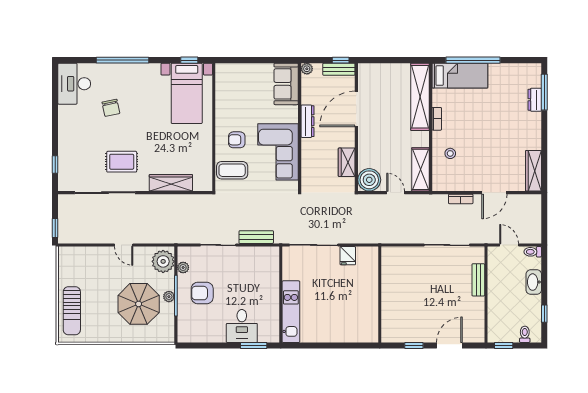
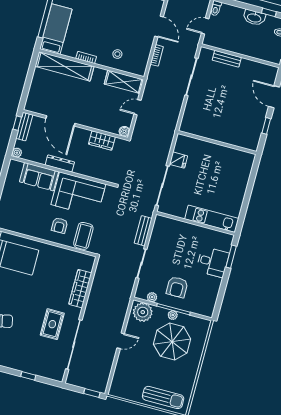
sofa: (286, 84) -> (39, 177), moved
window: (55, 164) -> (28, 376), moved
boiler: (369, 180) -> (124, 131), width x0.54, depth x0.54
washbasin: (534, 282) -> (254, 18), moved

